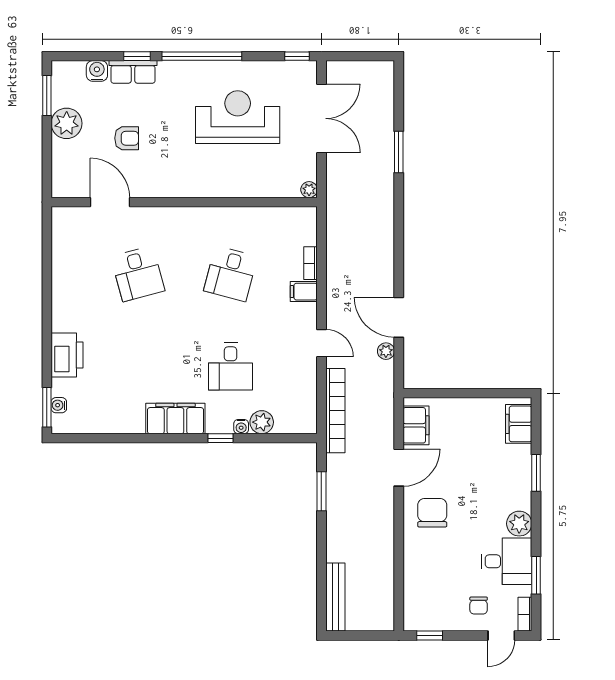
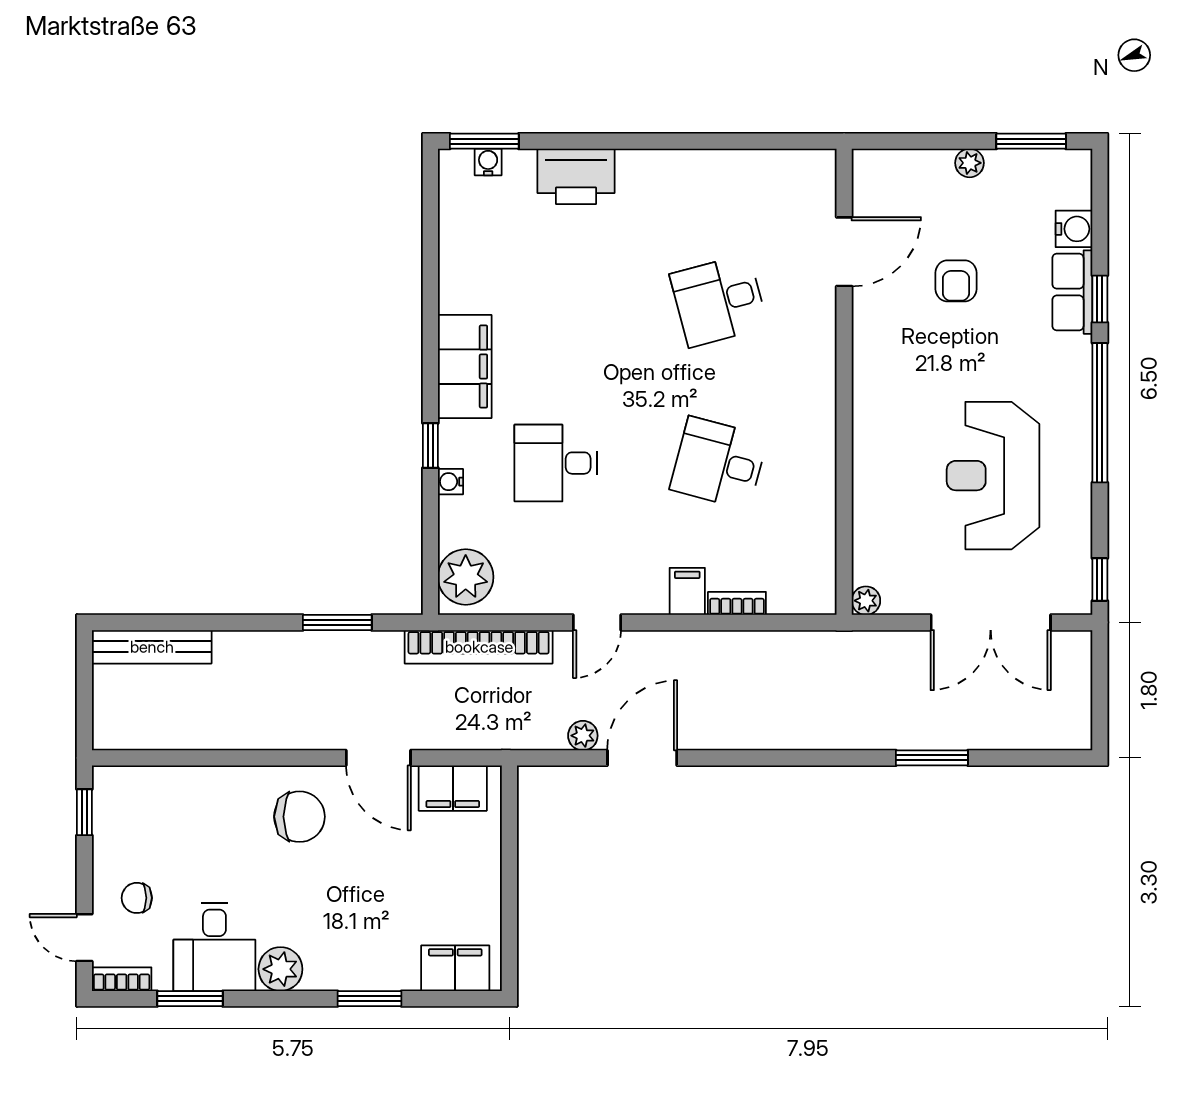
reception desk: (238, 117) -> (993, 476), turned 180
plant: (67, 123) -> (970, 163), width x0.53, depth x0.53
plant: (262, 422) -> (466, 577), moved, width x1.36, depth x1.36

